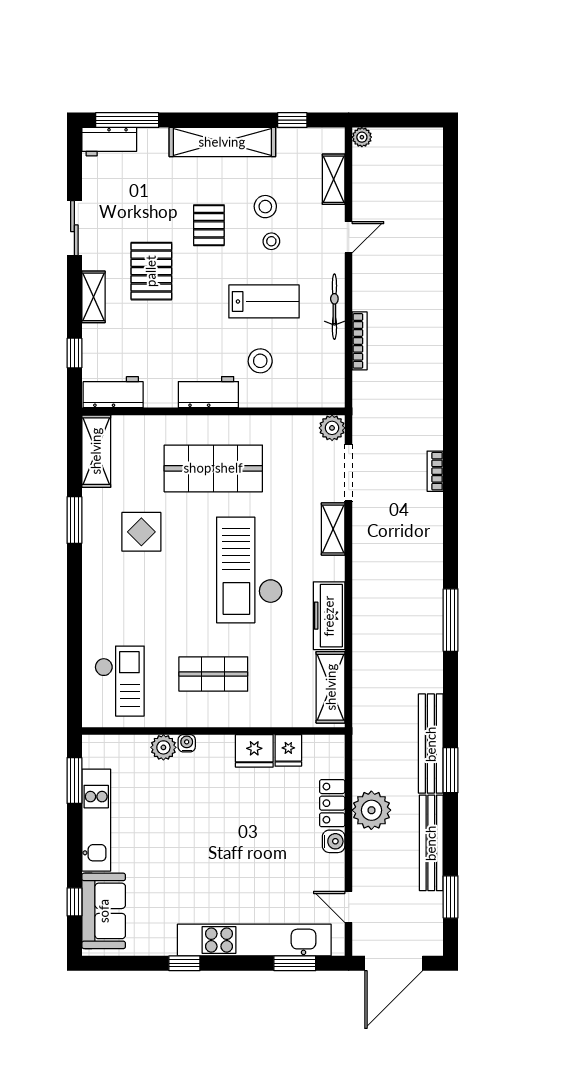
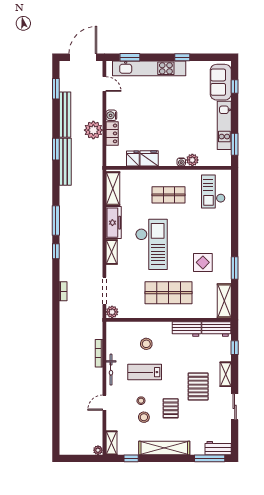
shelving: (334, 179) -> (111, 443), moved
workbench: (208, 392) -> (187, 329), moved
shelving: (333, 529) -> (112, 252), moved
window: (451, 555) -> (56, 251), added

